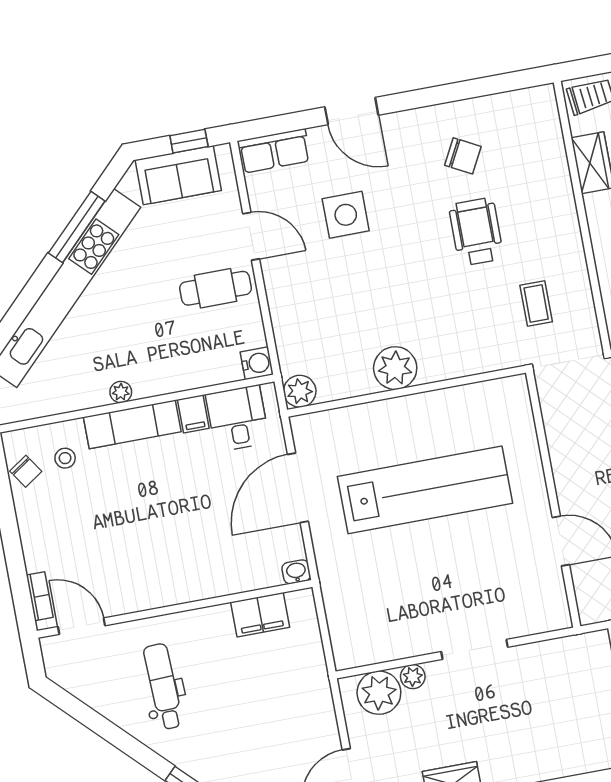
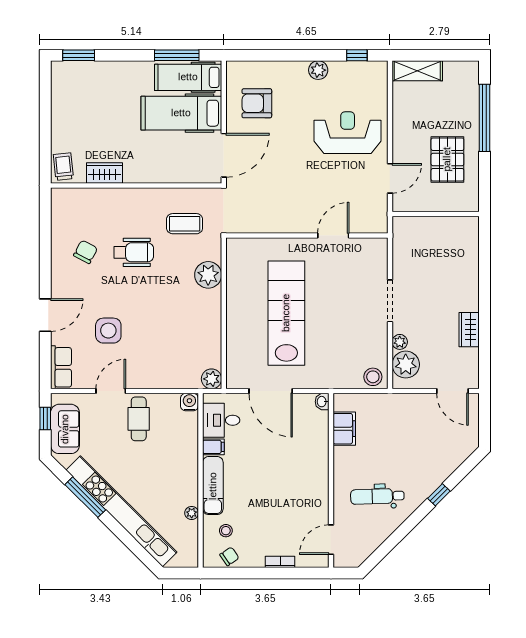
wheelchair: (476, 232) -> (134, 252), turned 180
coffee table: (536, 304) -> (185, 224), width x1.36, depth x1.30
plant: (395, 368) -> (208, 275), moved
plant: (121, 392) -> (192, 513), moved
bookcase: (40, 596) -> (280, 562), moved
stool: (350, 645) -> (373, 377), added

